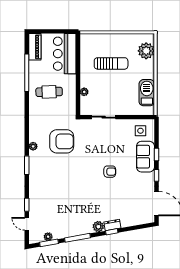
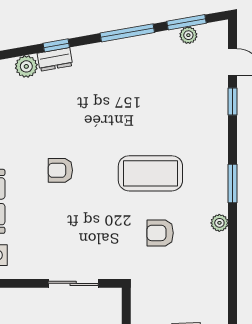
armchair: (62, 141) -> (160, 233), width x0.53, depth x0.53
coffee table: (66, 170) -> (150, 173), added
plant: (98, 227) -> (26, 66), moved

